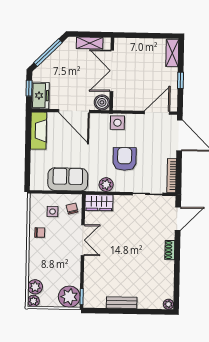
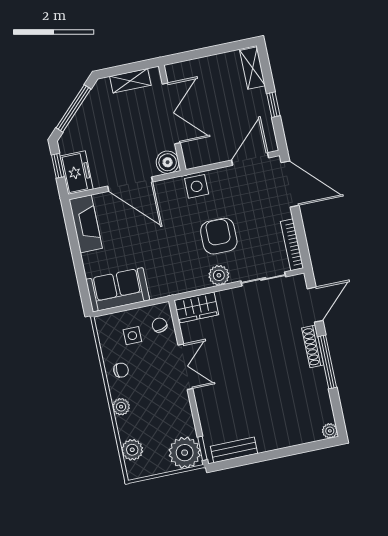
double door: (112, 71) -> (171, 113), swing flipped
sofa: (68, 179) -> (118, 290), moved
plant: (106, 185) -> (219, 275), moved
shoe rack: (170, 250) -> (313, 346), width x1.43
window: (177, 258) -> (327, 362), added
plant: (33, 301) -> (121, 407), moved
bench: (122, 303) -> (234, 450), moved

